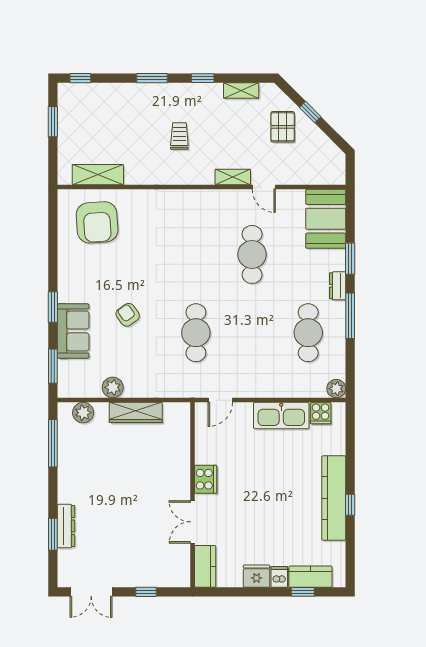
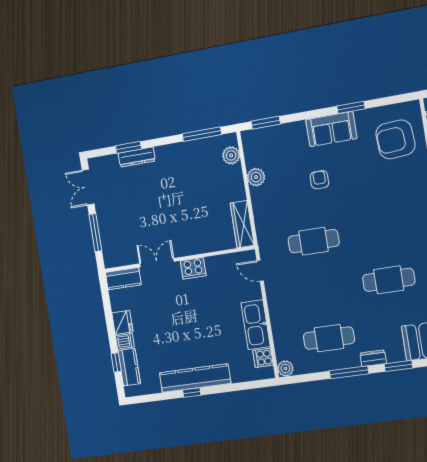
window: (53, 307) -> (351, 107), moved
armchair: (128, 315) -> (319, 180), turned -54
sofa: (73, 331) -> (331, 129), moved
wardrobe: (136, 412) -> (242, 224), moved
window: (146, 592) -> (95, 233), width x2.17

